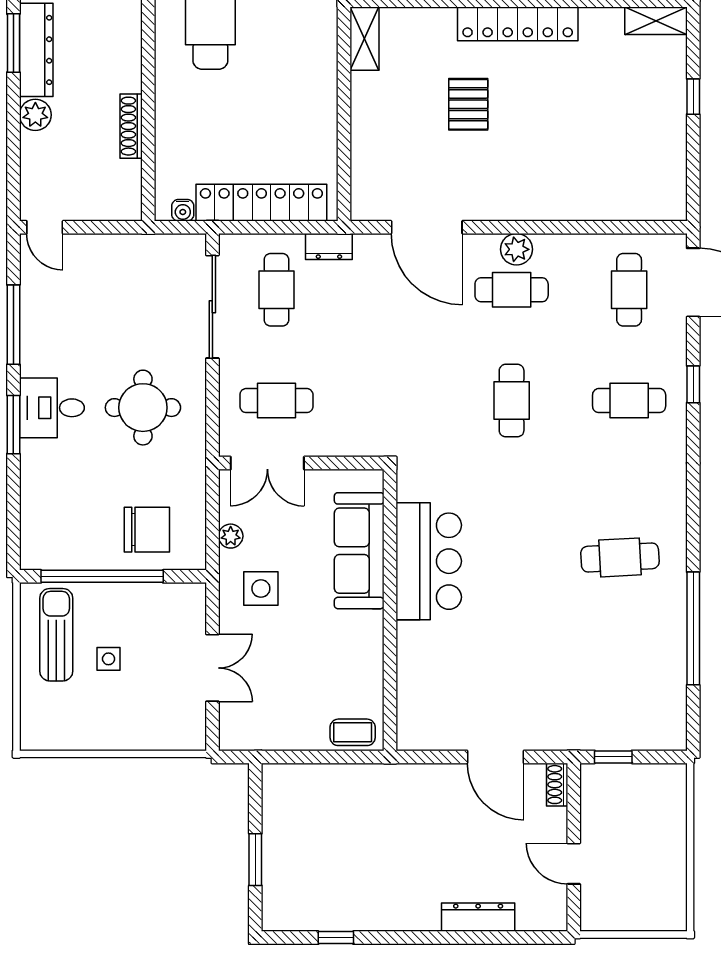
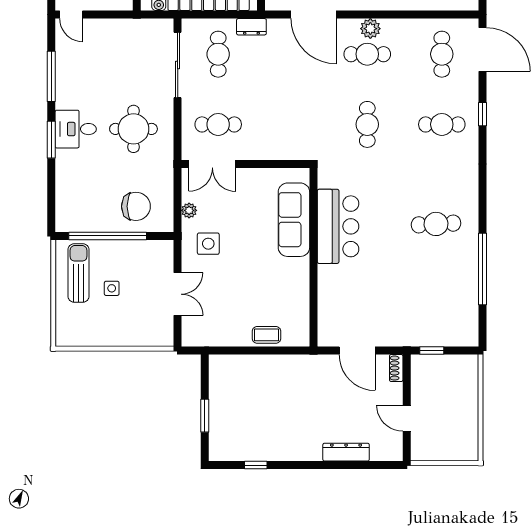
sofa: (359, 551) -> (294, 220), moved
bar counter: (429, 561) -> (338, 226), moved
wall: (390, 610) -> (313, 257), moved

